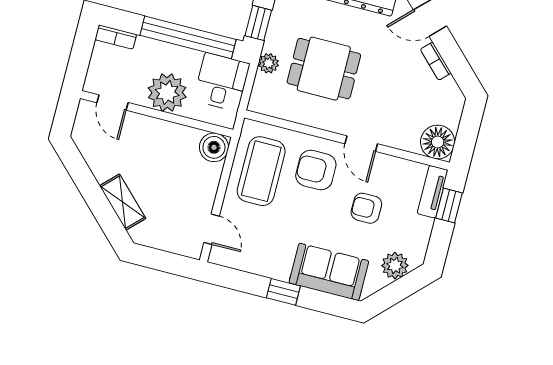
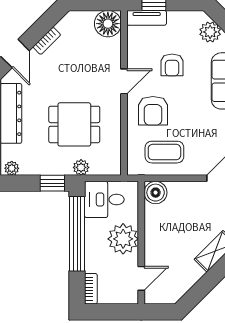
dining table: (324, 69) -> (74, 124), turned 90
coffee table: (261, 171) -> (164, 152), width x0.73, depth x0.76

